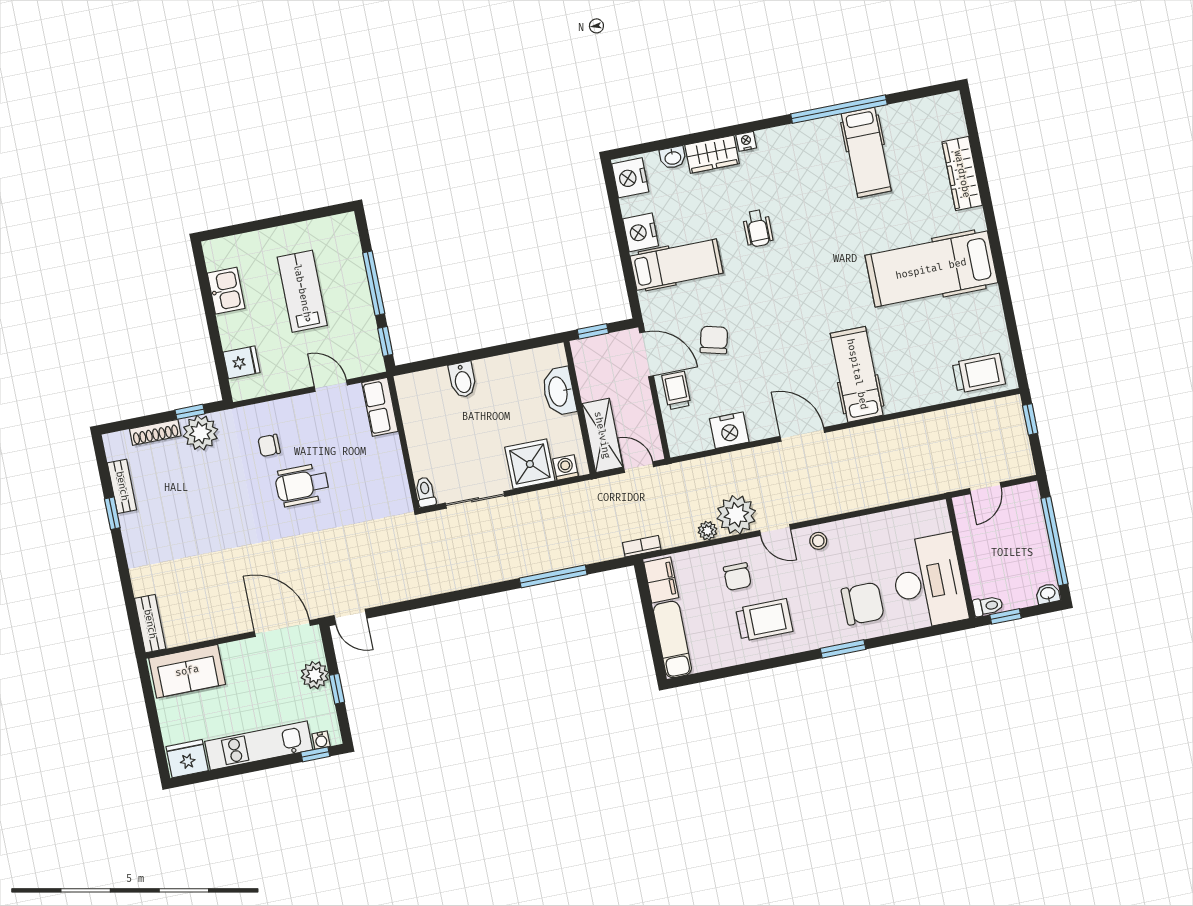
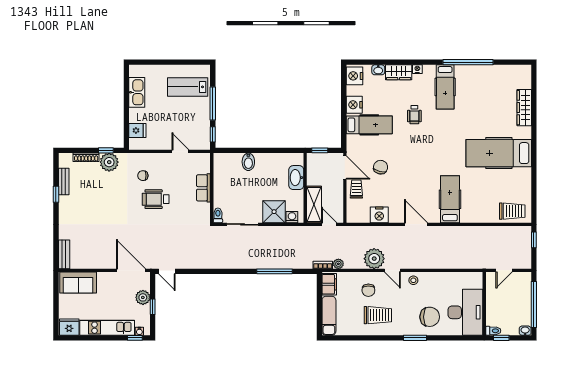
hospital bed: (866, 152) -> (445, 87), moved
kitchen sink: (226, 291) -> (137, 92), width x1.38
lab bench: (302, 291) -> (188, 87), moved, turned -90
row of seats: (380, 407) -> (203, 188), moved
plant: (708, 531) -> (338, 264), moved

